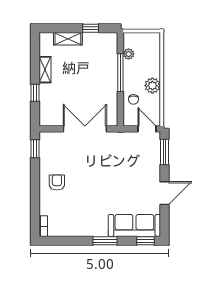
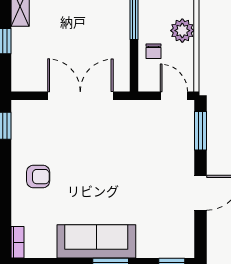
armchair: (57, 182) -> (38, 177), turned 90
sofa: (134, 225) -> (96, 241), moved

